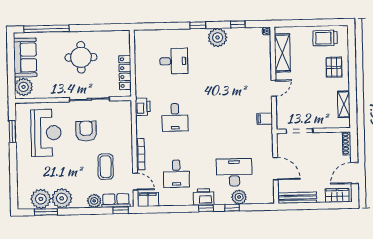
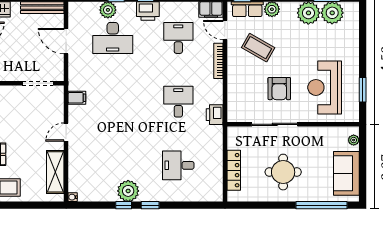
window: (238, 24) -> (124, 205), moved
locker: (125, 73) -> (234, 170), moved
plant: (24, 87) -> (354, 140), width x0.53, depth x0.53
coffee table: (106, 167) -> (258, 48), turned -60

